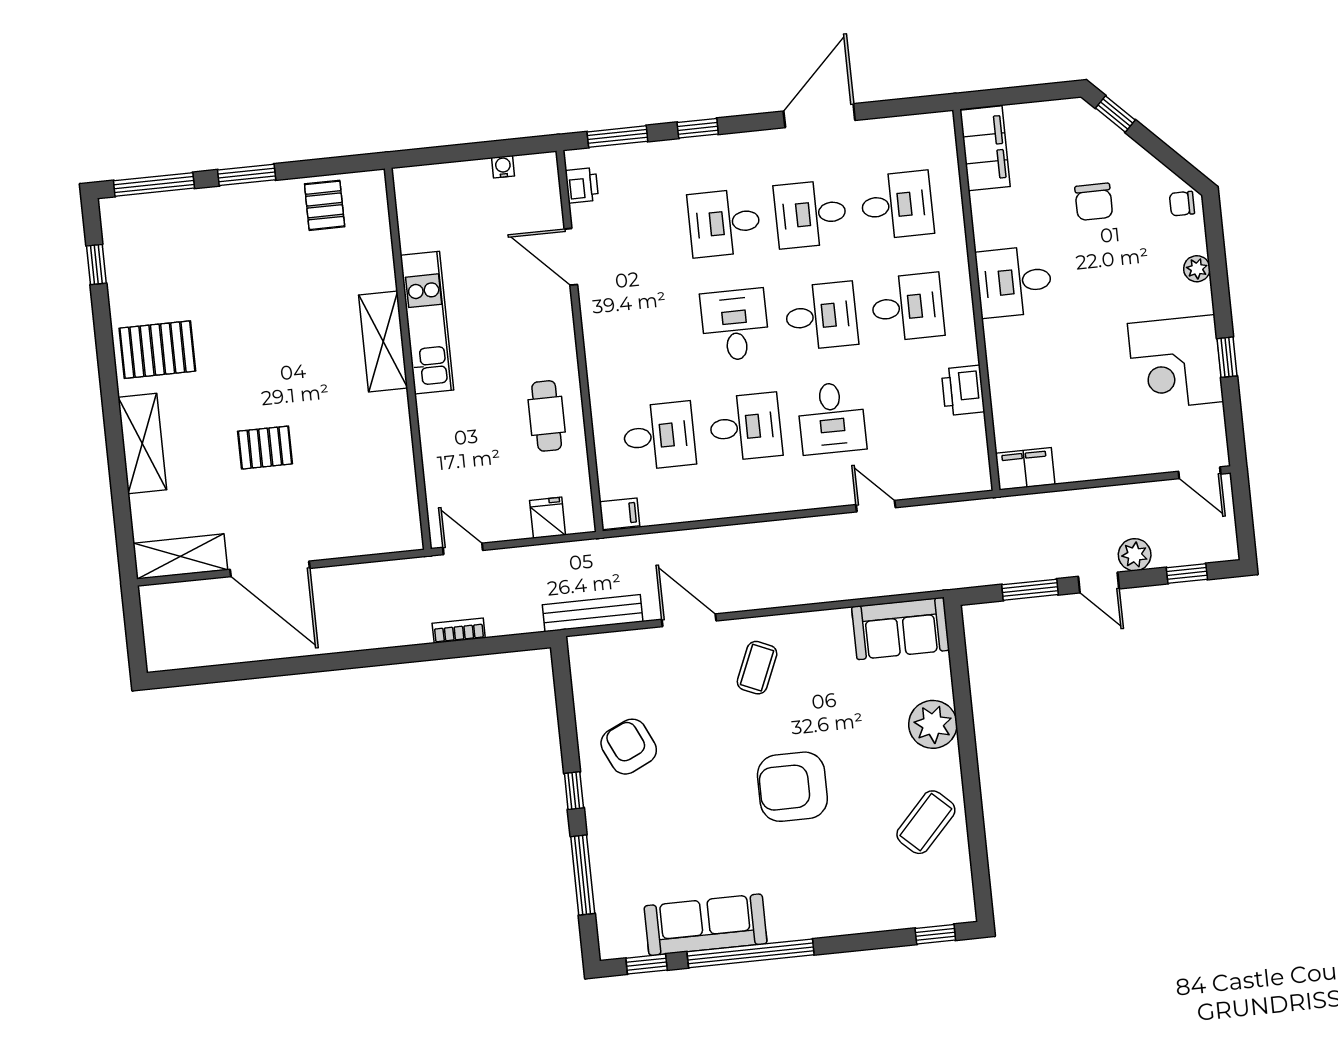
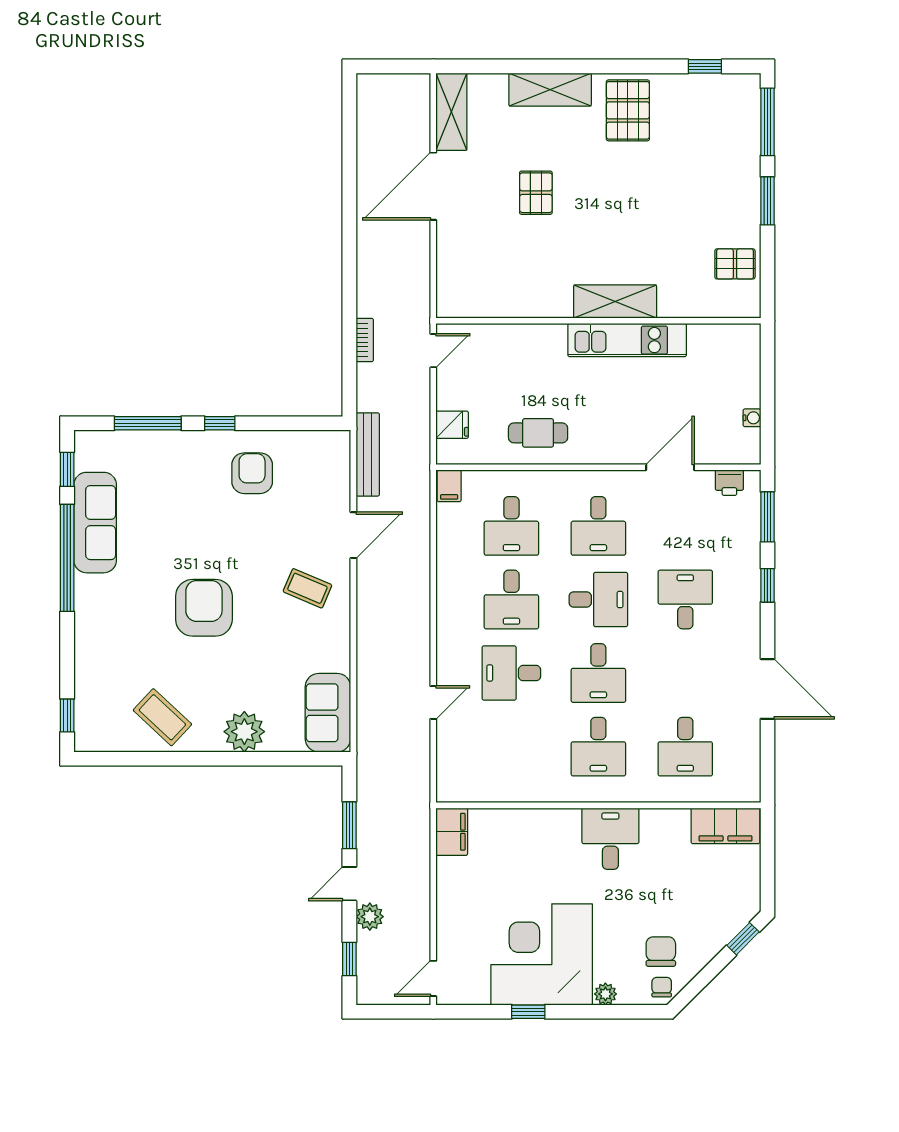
chair: (1094, 202) -> (661, 952), moved, turned 90
desk: (811, 214) -> (598, 526), moved, turned 180
corner desk: (1176, 363) -> (542, 954), width x1.36, depth x1.36
printer: (963, 390) -> (523, 786), removed
armchair: (629, 747) -> (252, 473), turned -65

